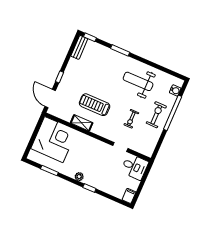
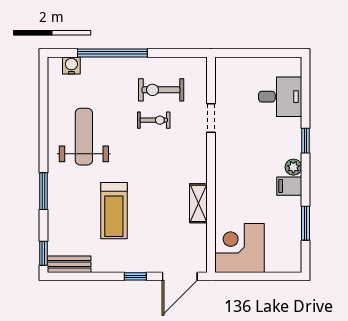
weight bench: (138, 81) -> (84, 137), turned 180
treadmill: (95, 105) -> (114, 211), moved
exercise bike: (156, 115) -> (161, 90), moved
corner desk: (54, 140) -> (239, 248), width x0.74, depth x0.74
desk: (135, 167) -> (280, 97), moved, turned 90
filing cabinet: (129, 196) -> (289, 186), moved

